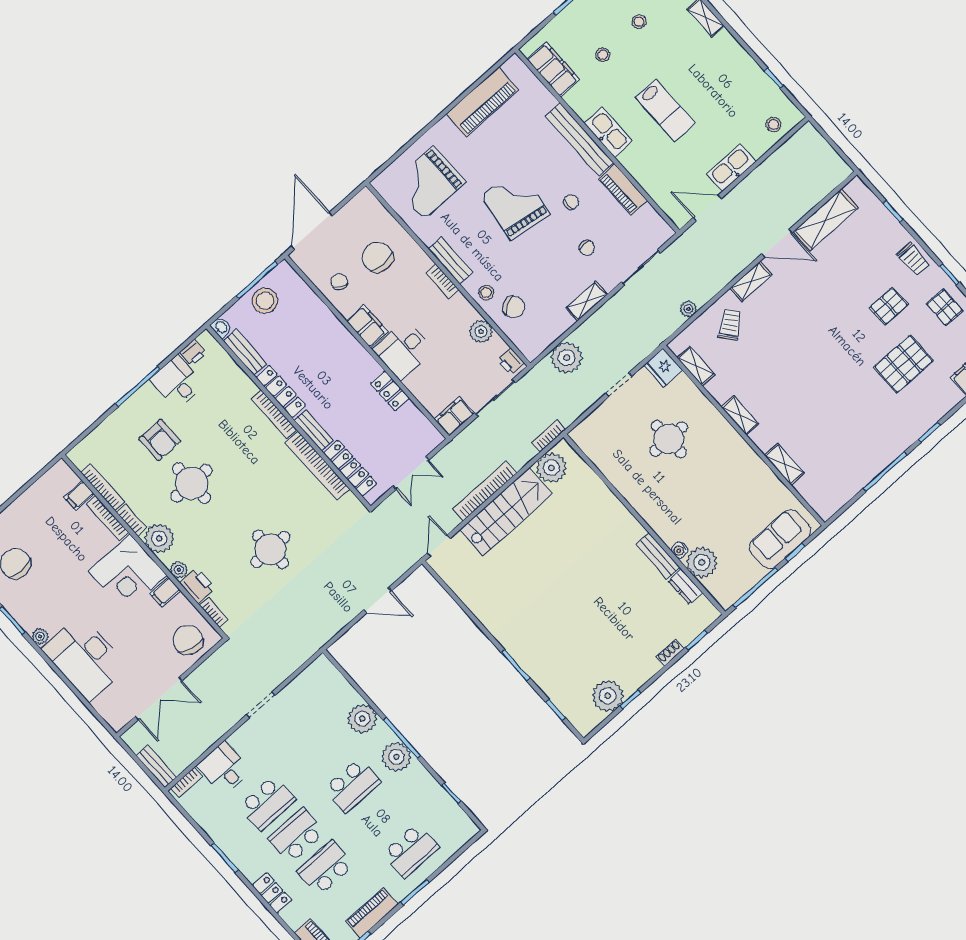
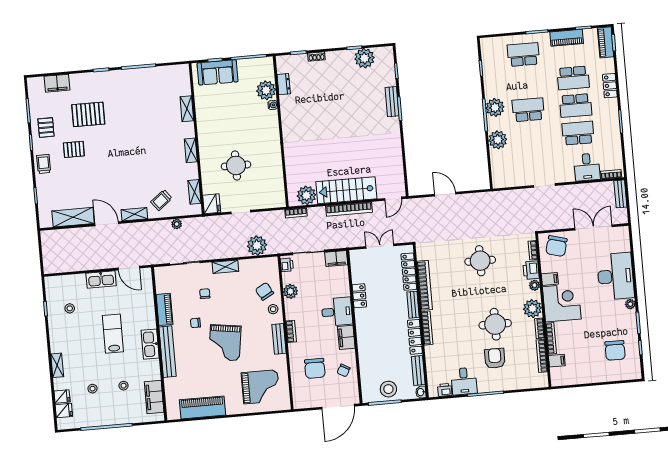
stool: (774, 125) -> (70, 308), moved
bench: (658, 556) -> (392, 102), moved

